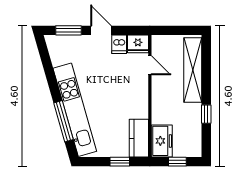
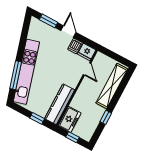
kitchen counter: (139, 138) -> (60, 104), width x1.50

